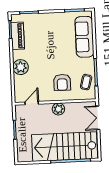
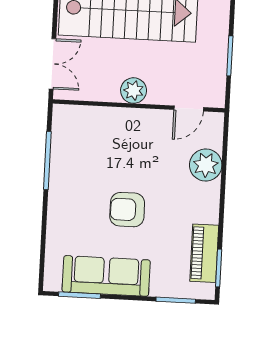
sofa: (84, 37) -> (106, 276), moved, turned -90
plant: (21, 67) -> (206, 165), moved
armchair: (62, 82) -> (127, 210), moved, turned -90
coffee table: (86, 82) -> (70, 142), removed

